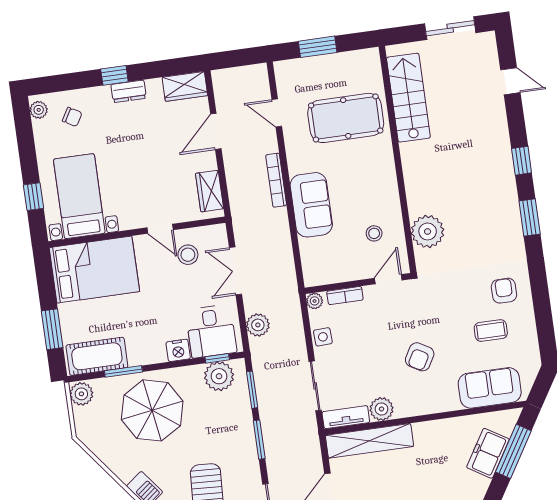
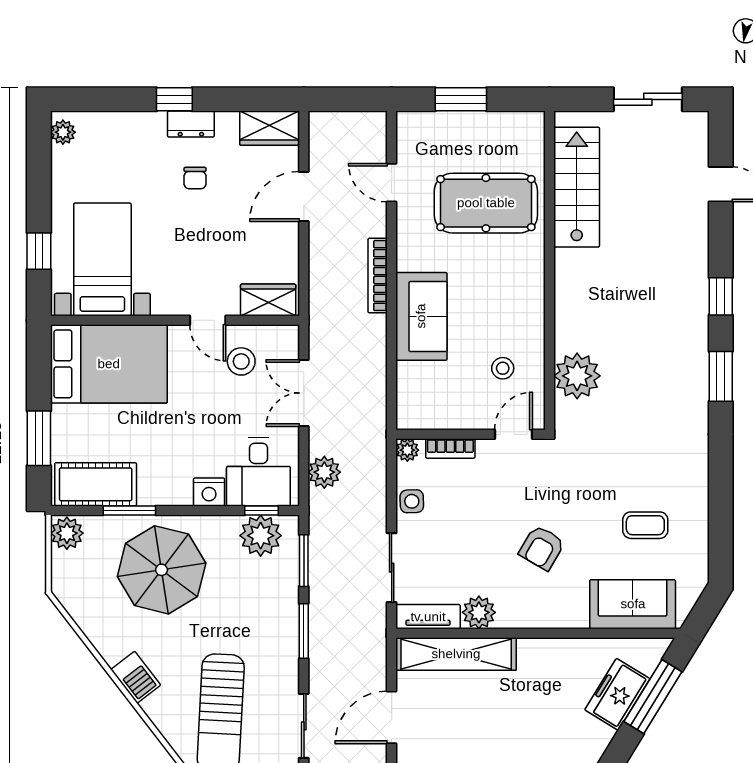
chair: (72, 117) -> (195, 178), moved, turned 60
wardrobe: (210, 191) -> (268, 300), moved, turned 90
armchair: (504, 291) -> (671, 473), removed

